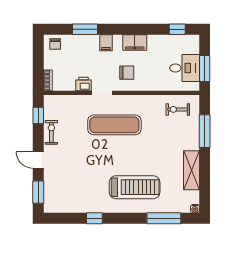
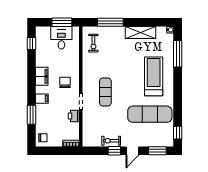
window: (38, 116) -> (114, 151), moved
exercise mat: (114, 125) -> (105, 92), width x0.73, depth x0.69
exercise mat: (86, 182) -> (150, 114), added
window: (94, 218) -> (178, 133), moved

